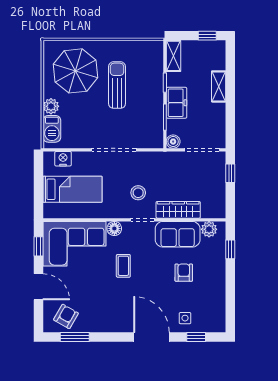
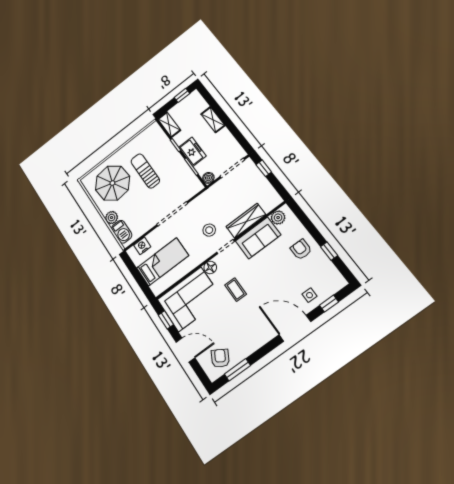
window: (230, 249) -> (329, 251), moved
armchair: (184, 273) -> (301, 249), moved

